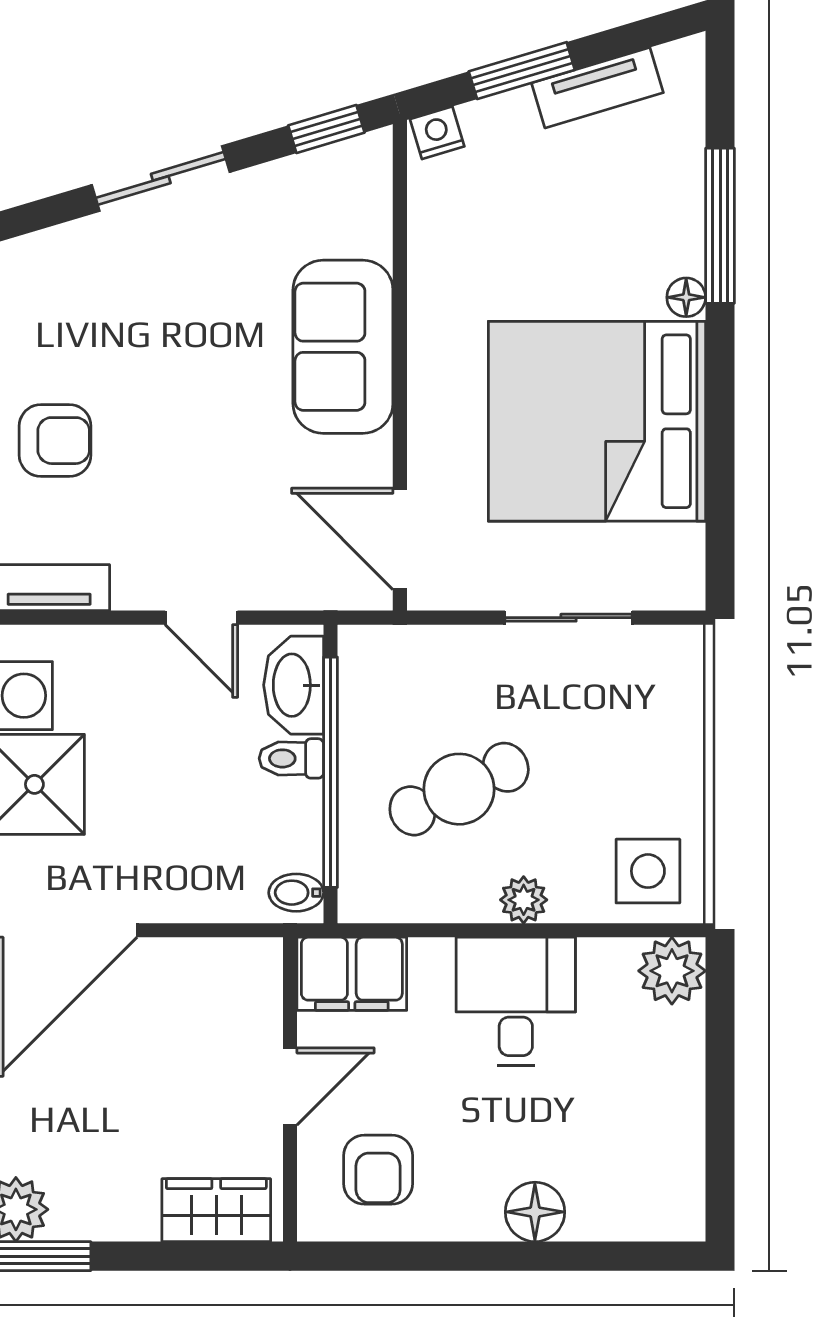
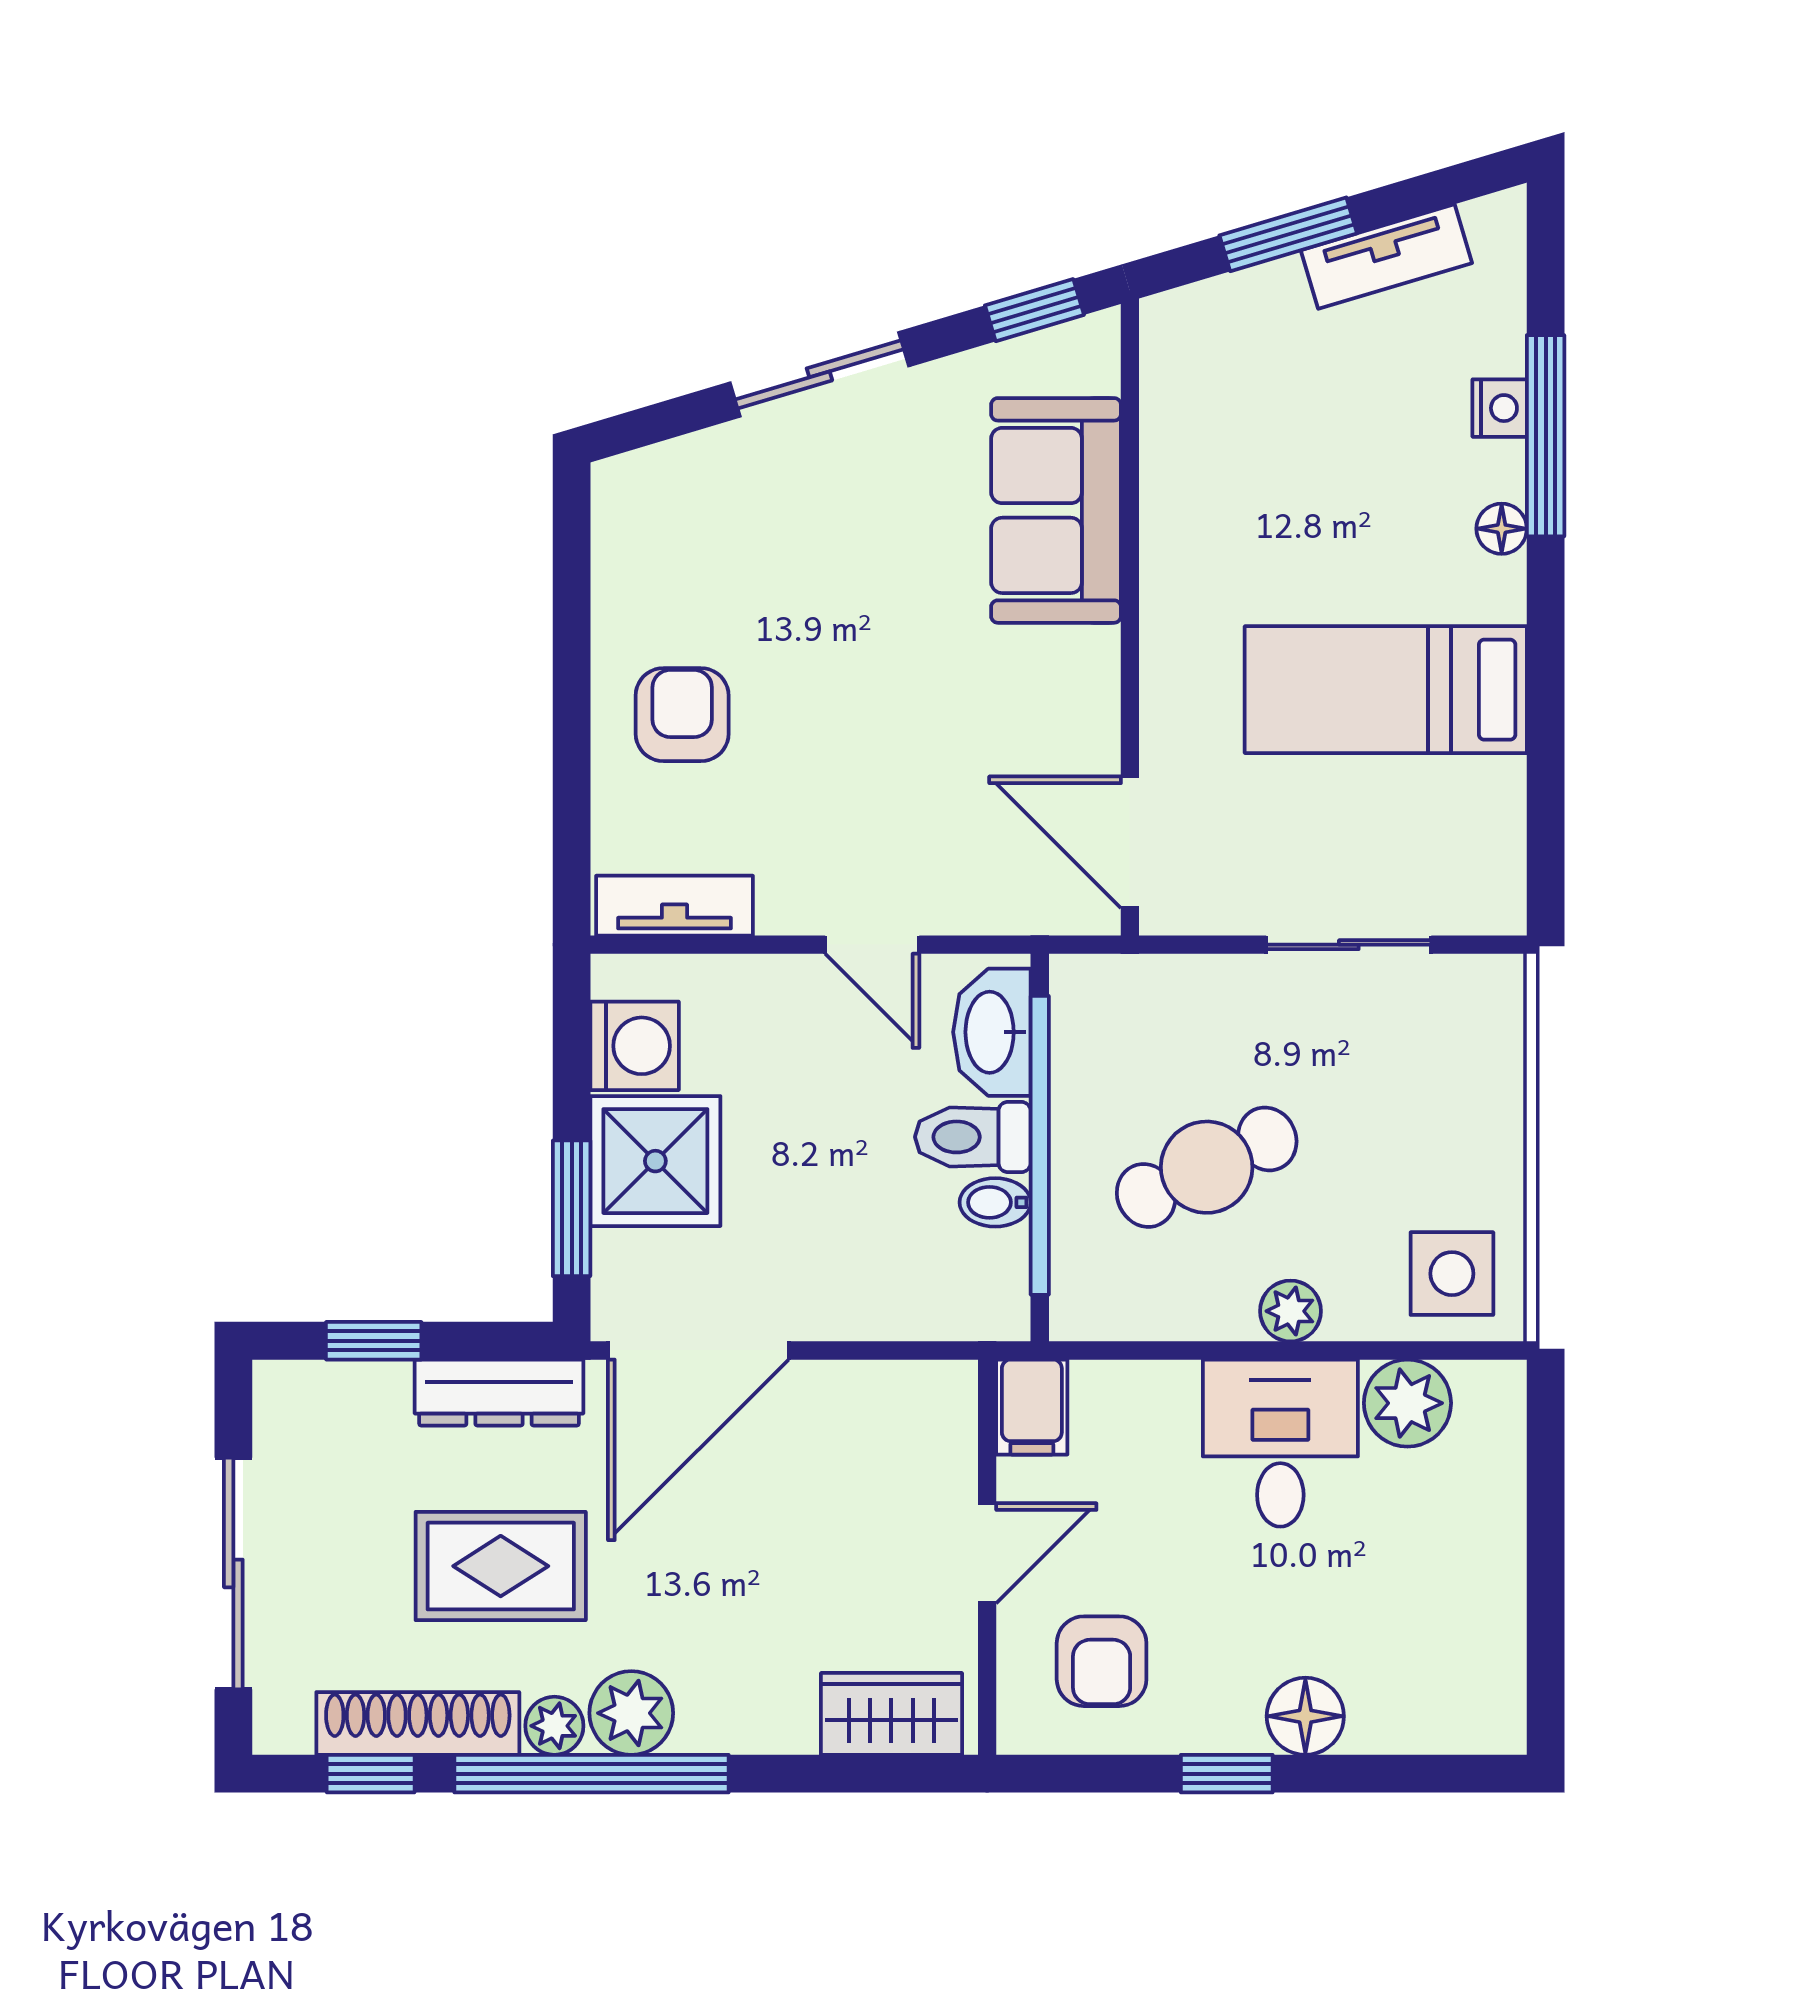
nightstand: (437, 133) -> (1500, 408), moved, turned 107
sofa: (343, 347) -> (1056, 510), moved
bed: (597, 421) -> (1386, 690), width x0.49
armchair: (55, 441) -> (682, 715), turned -90
toilet: (291, 758) -> (973, 1137), width x1.37, depth x1.39
bidet: (296, 893) -> (995, 1202), moved
plant: (672, 971) -> (1407, 1403), moved
filing cabinet: (352, 974) -> (1032, 1407), width x0.50
window: (474, 1256) -> (1227, 1774), added

